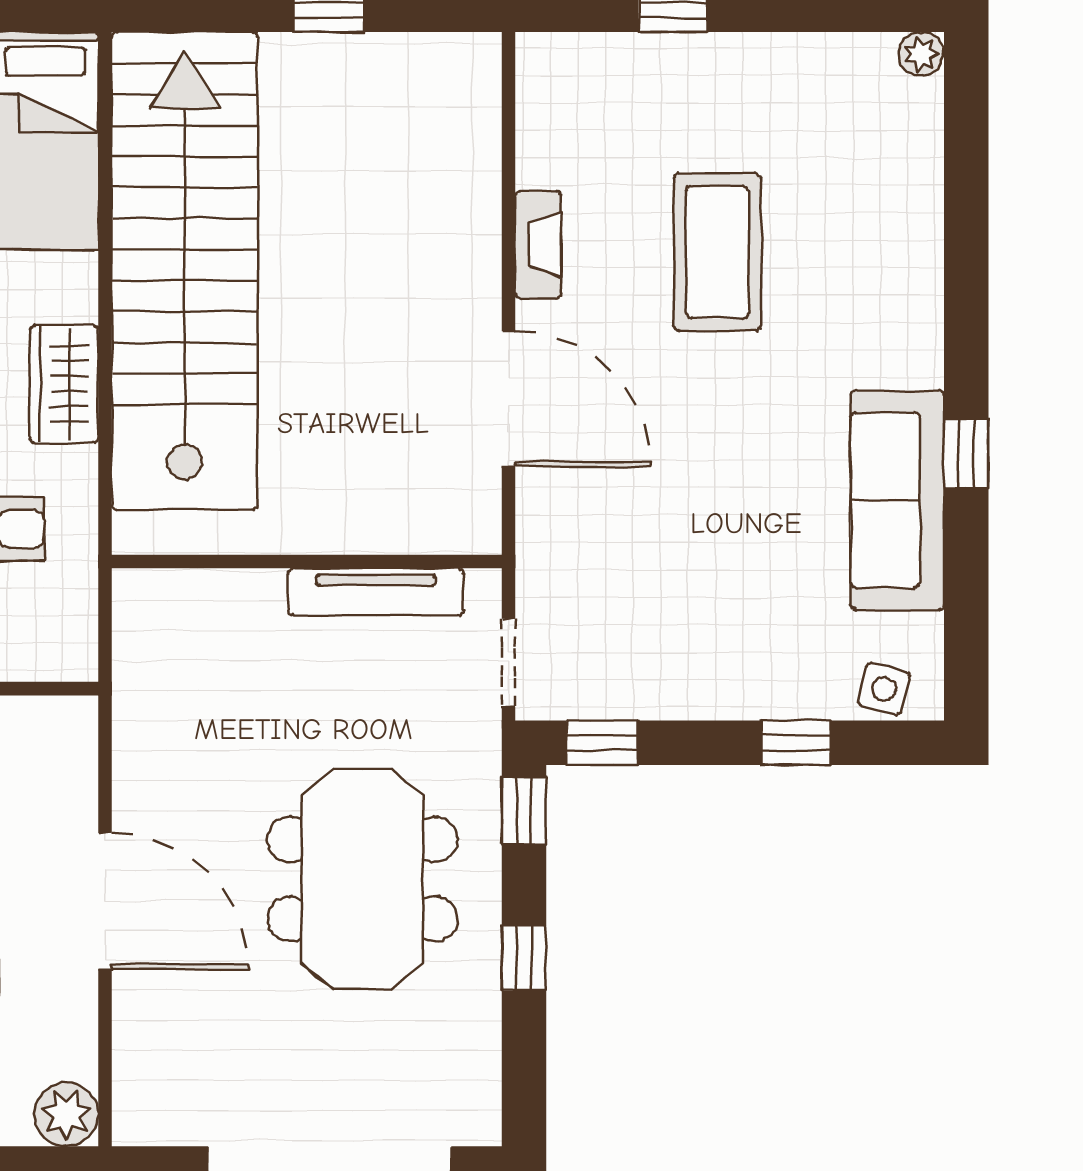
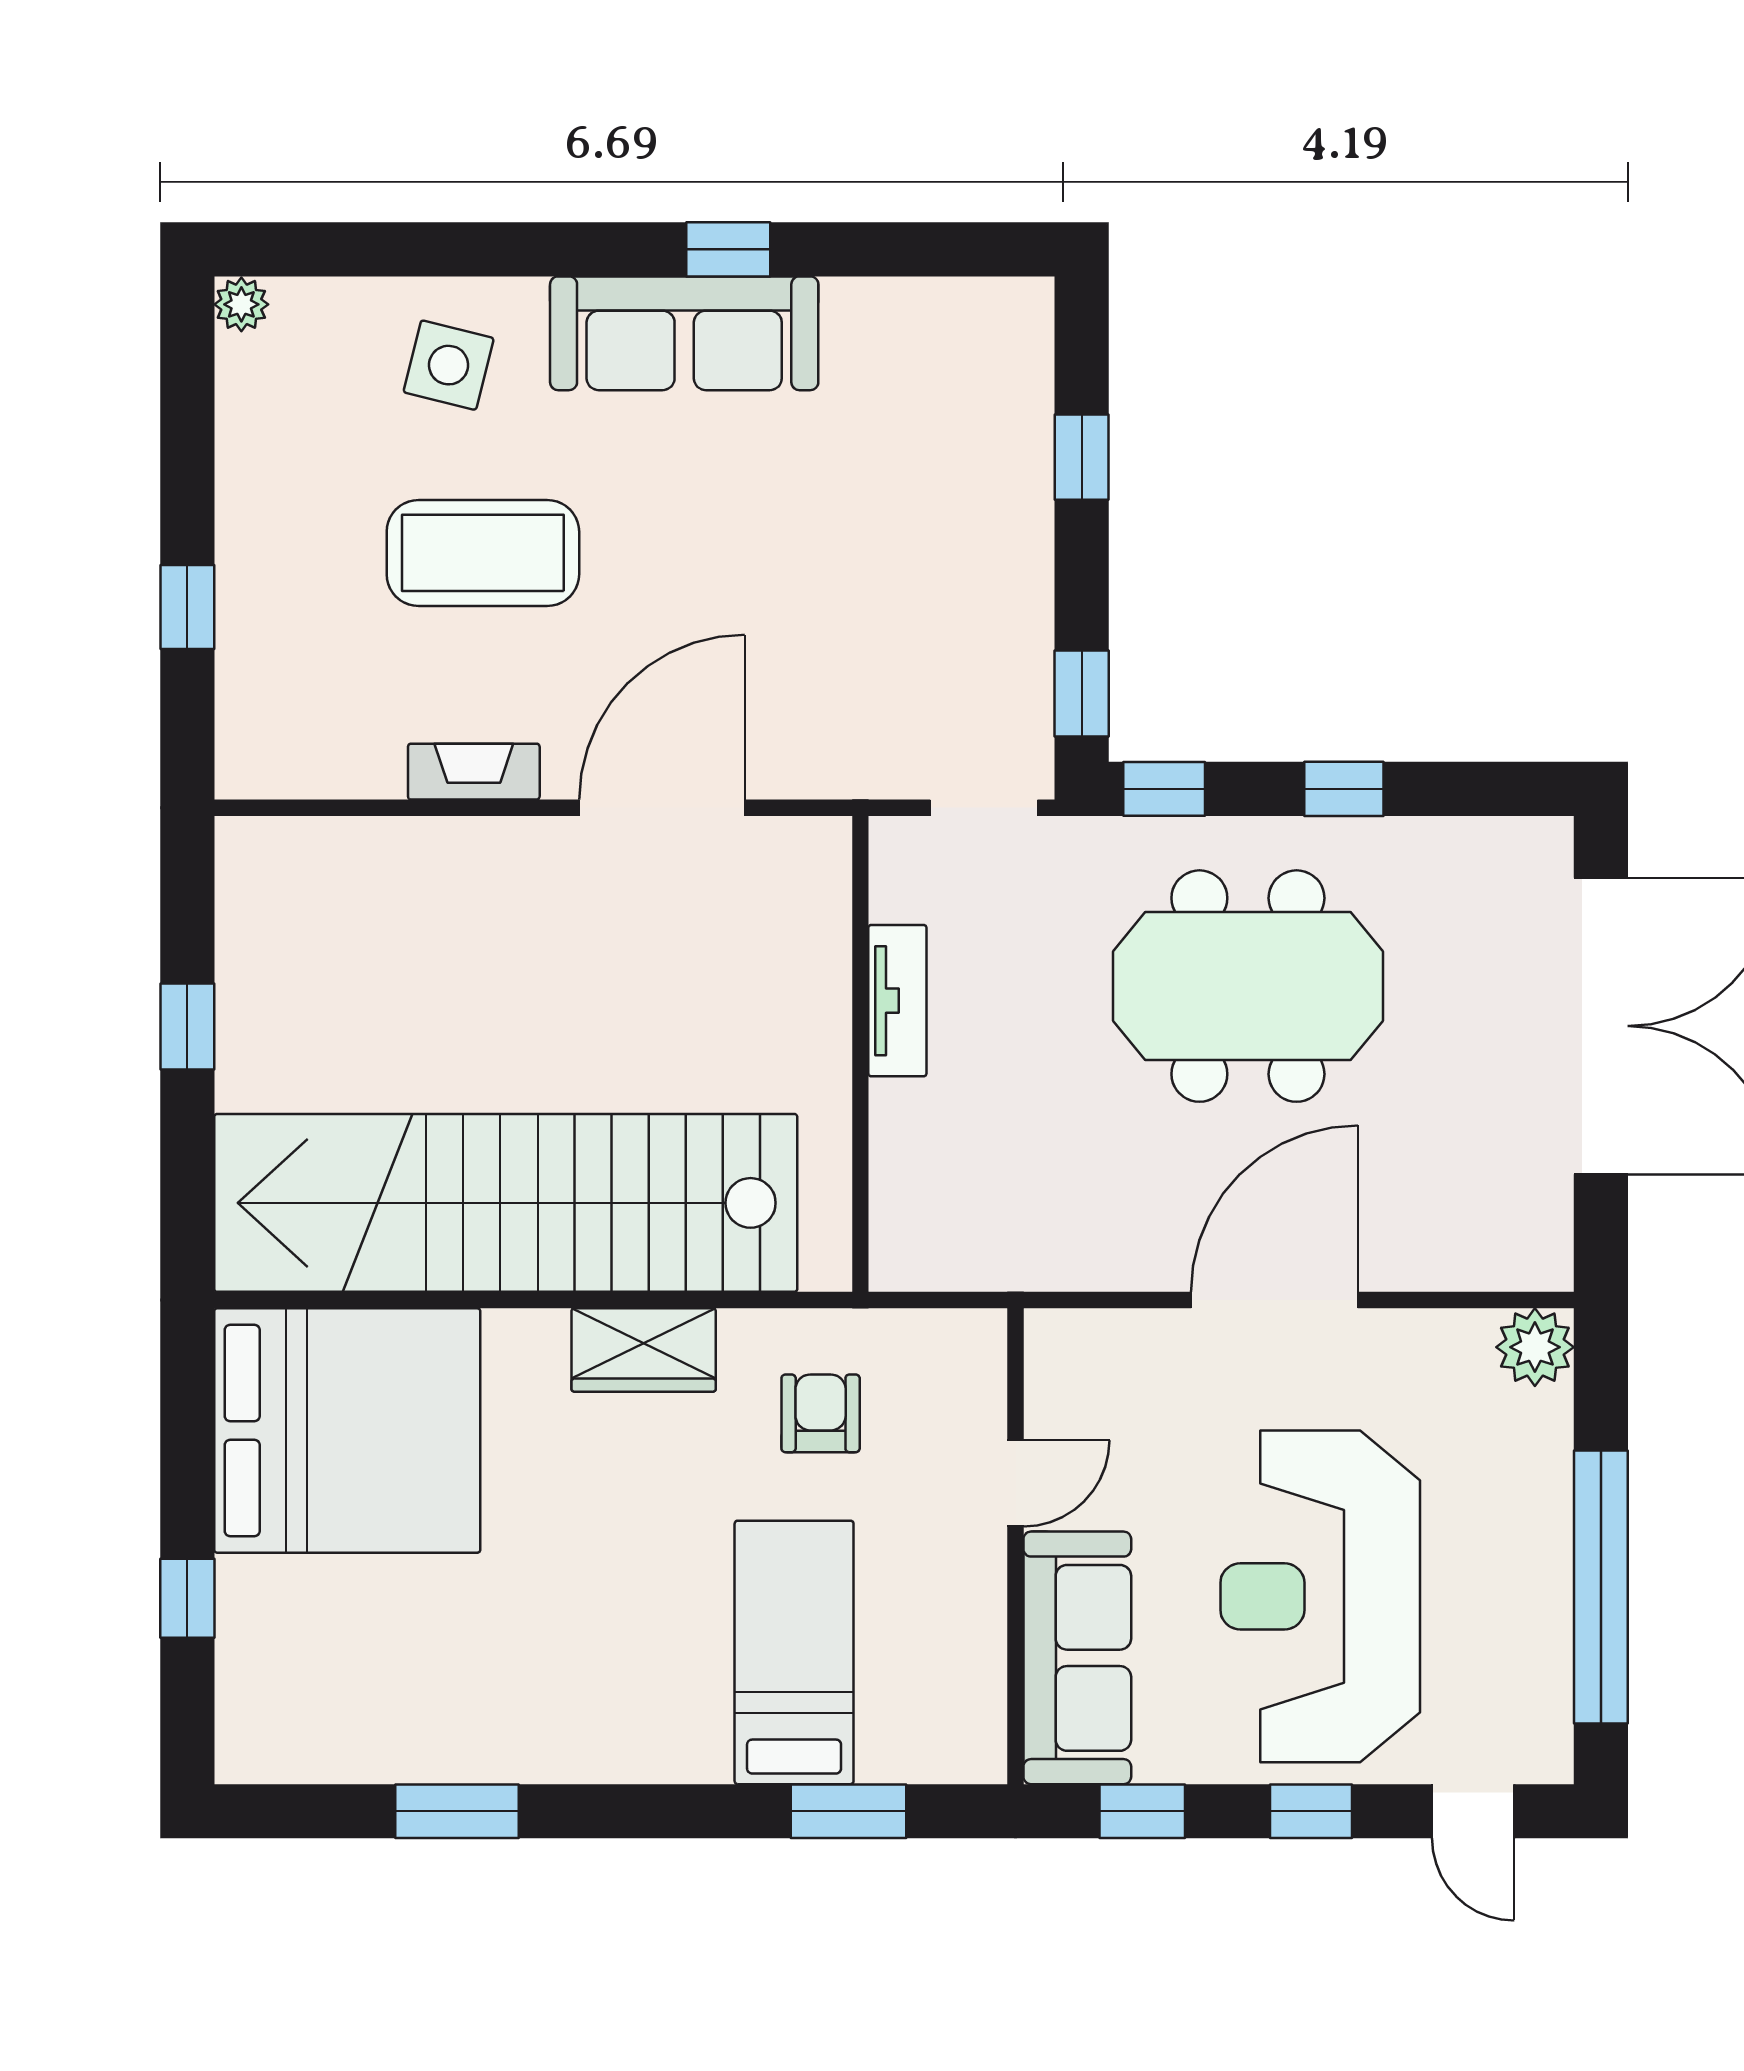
sofa: (897, 500) -> (684, 333), moved
tv unit: (376, 592) -> (897, 1001), width x0.71
side table: (884, 689) -> (449, 365), moved, width x1.37, depth x1.37

